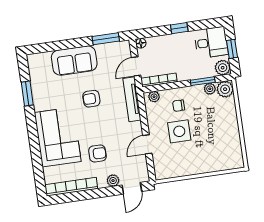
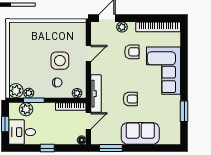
plant: (223, 68) -> (26, 109), moved
armchair: (97, 153) -> (132, 52), turned 180

